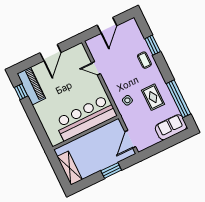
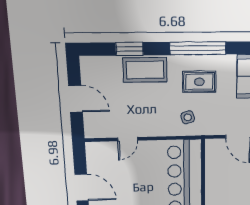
coffee table: (144, 60) -> (145, 70), width x1.86, depth x1.72
window: (178, 99) -> (198, 48), moved

